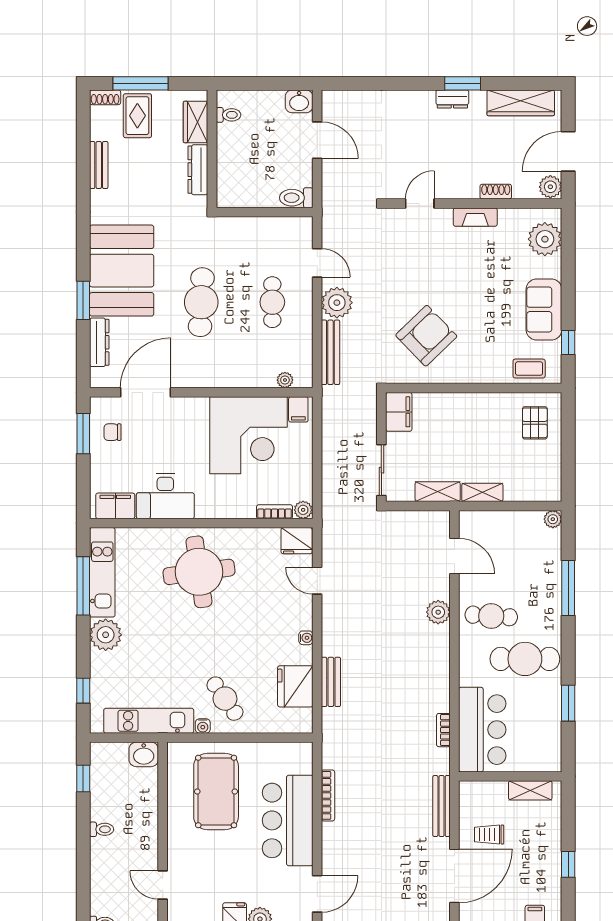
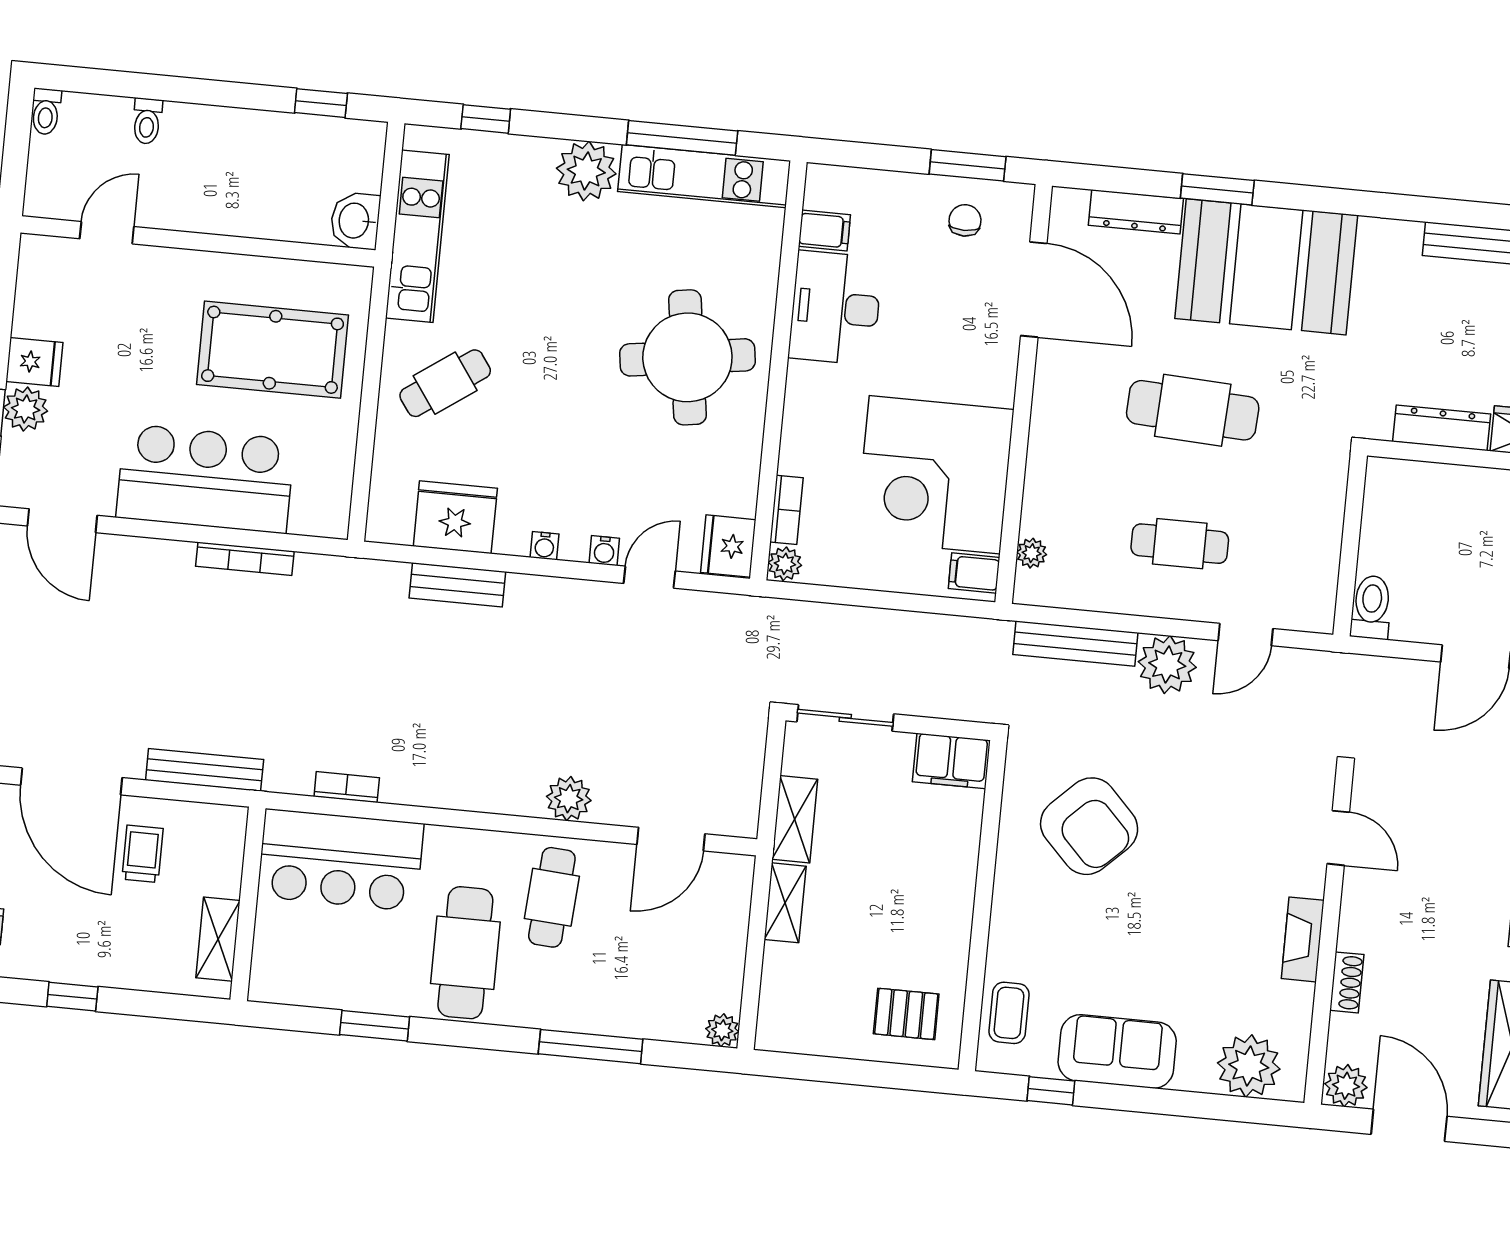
filing cabinet: (115, 506) -> (824, 231), width x0.50
water cooler: (203, 726) -> (604, 551), moved, turned -90
toilet: (102, 829) -> (147, 121), moved

